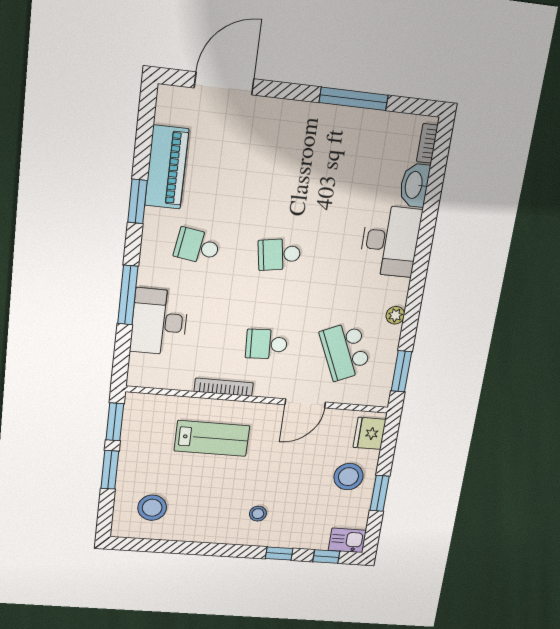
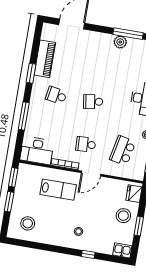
plant: (336, 119) -> (120, 42), added
desk: (159, 322) -> (37, 151), moved, turned -90
school desk: (345, 351) -> (123, 151), turned 36
door: (305, 403) -> (91, 173), moved
window: (326, 556) -> (112, 258), removed

